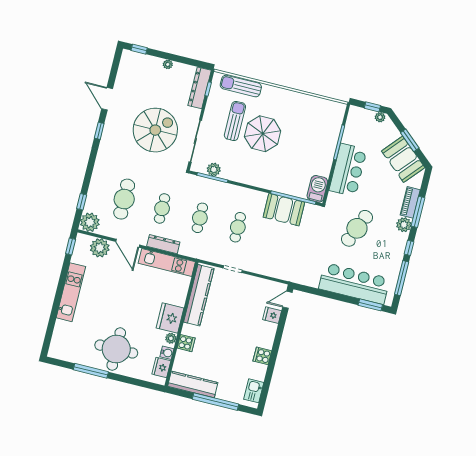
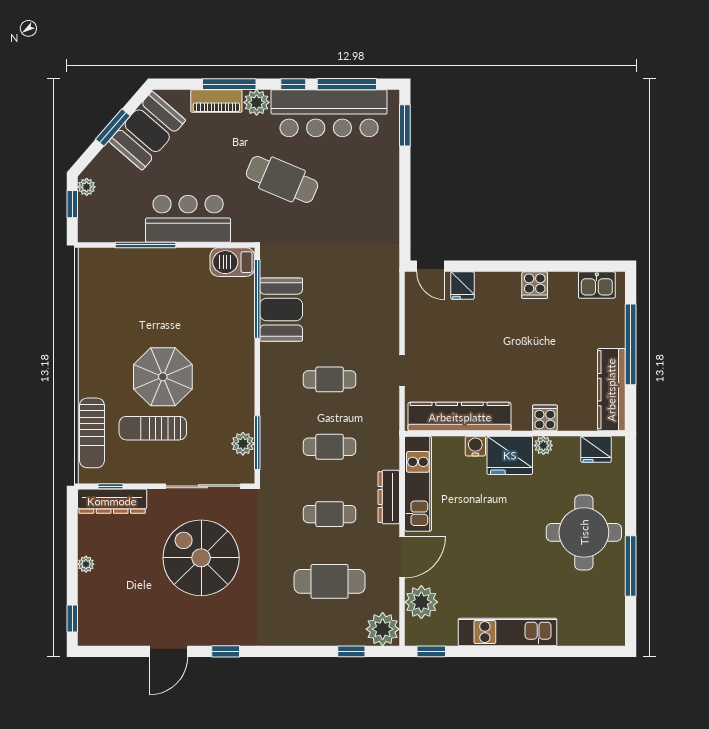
bar counter: (354, 284) -> (329, 113), moved, turned -90
water cooler: (167, 353) -> (475, 446), moved

